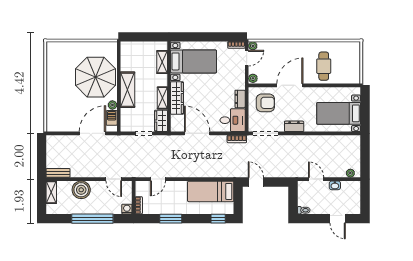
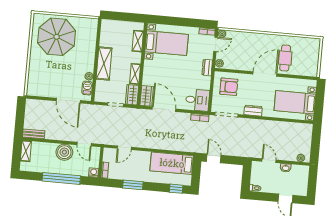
parasol: (95, 77) -> (57, 37), moved
door: (290, 85) -> (265, 74), moved
wardrobe: (177, 98) -> (147, 96), moved, width x0.67
dresser: (240, 99) -> (207, 68), moved
door: (92, 133) -> (68, 101), swing flipped
boiler: (81, 190) -> (64, 152), moved

